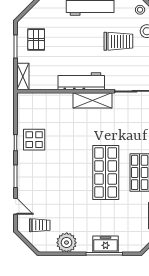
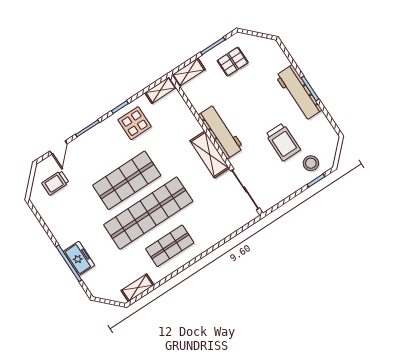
stool: (140, 10) -> (327, 143), removed
shelving: (23, 105) -> (161, 90), added
shop shelf: (72, 172) -> (127, 180), added
shop shelf: (106, 172) -> (148, 213), width x1.40
trolley: (40, 225) -> (55, 183), turned 90
plant: (67, 243) -> (56, 220), removed

